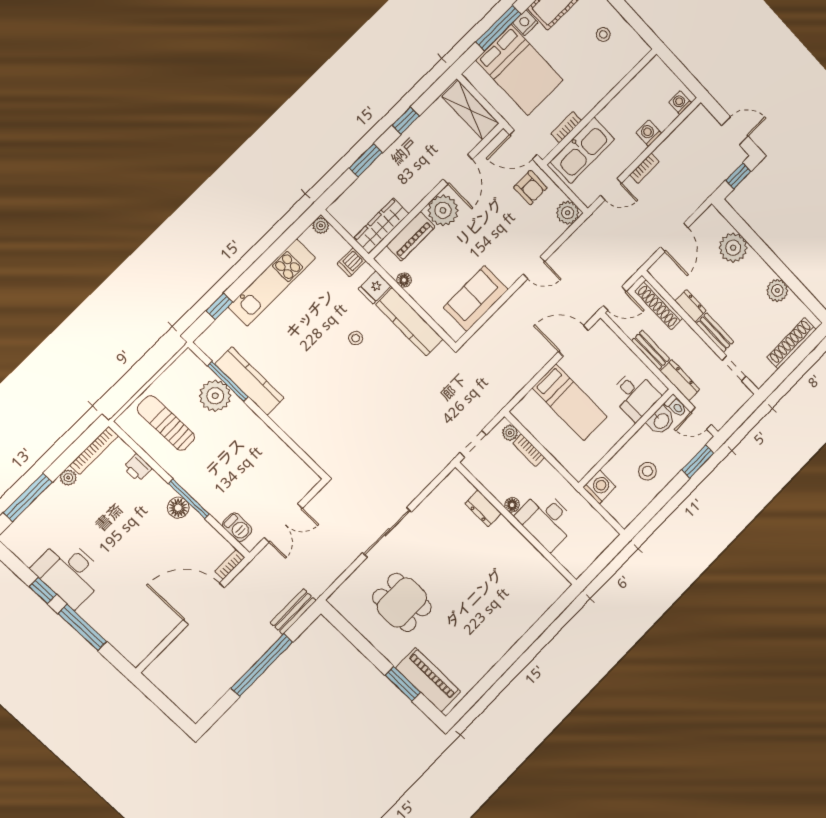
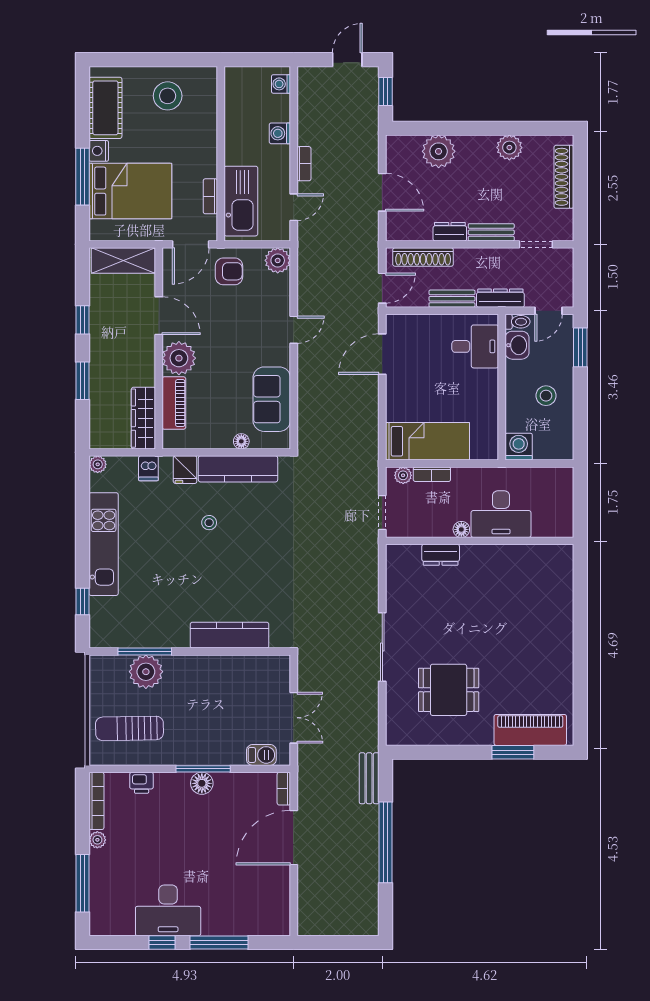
stool: (603, 34) -> (168, 96), width x1.89, depth x1.89
floor lamp: (404, 280) -> (241, 441), moved
kitchen counter: (249, 381) -> (230, 635), moved
bed: (570, 402) -> (427, 441), moved

